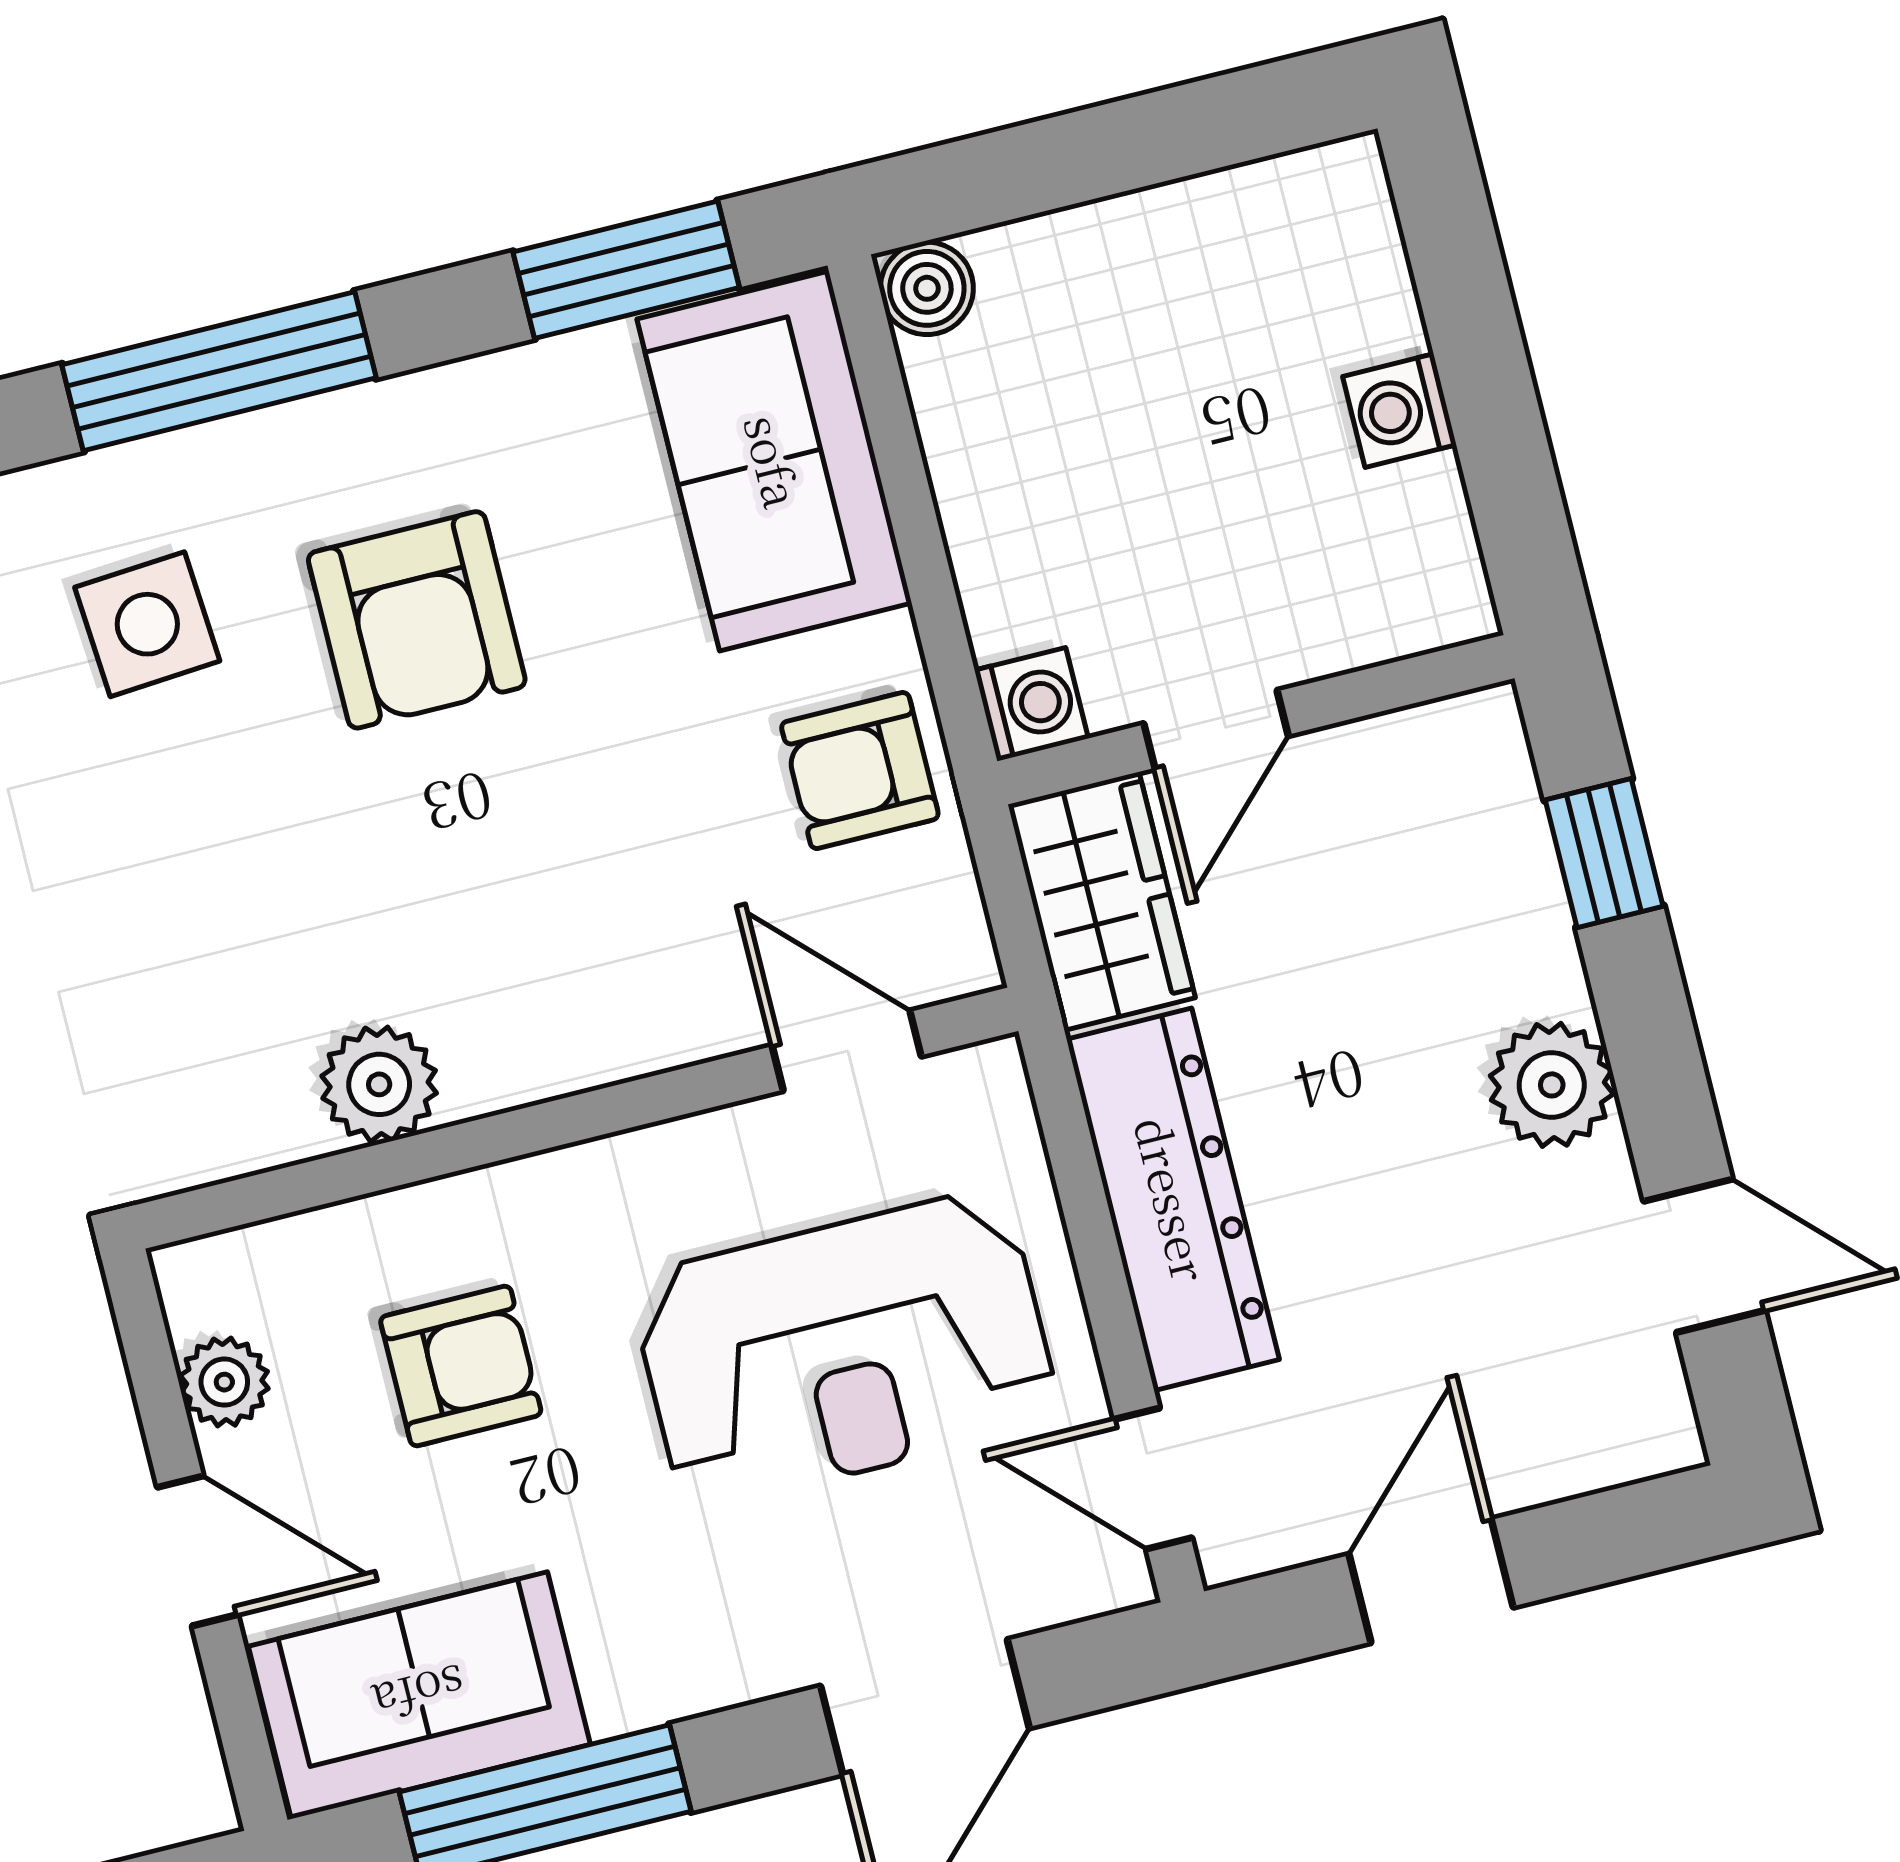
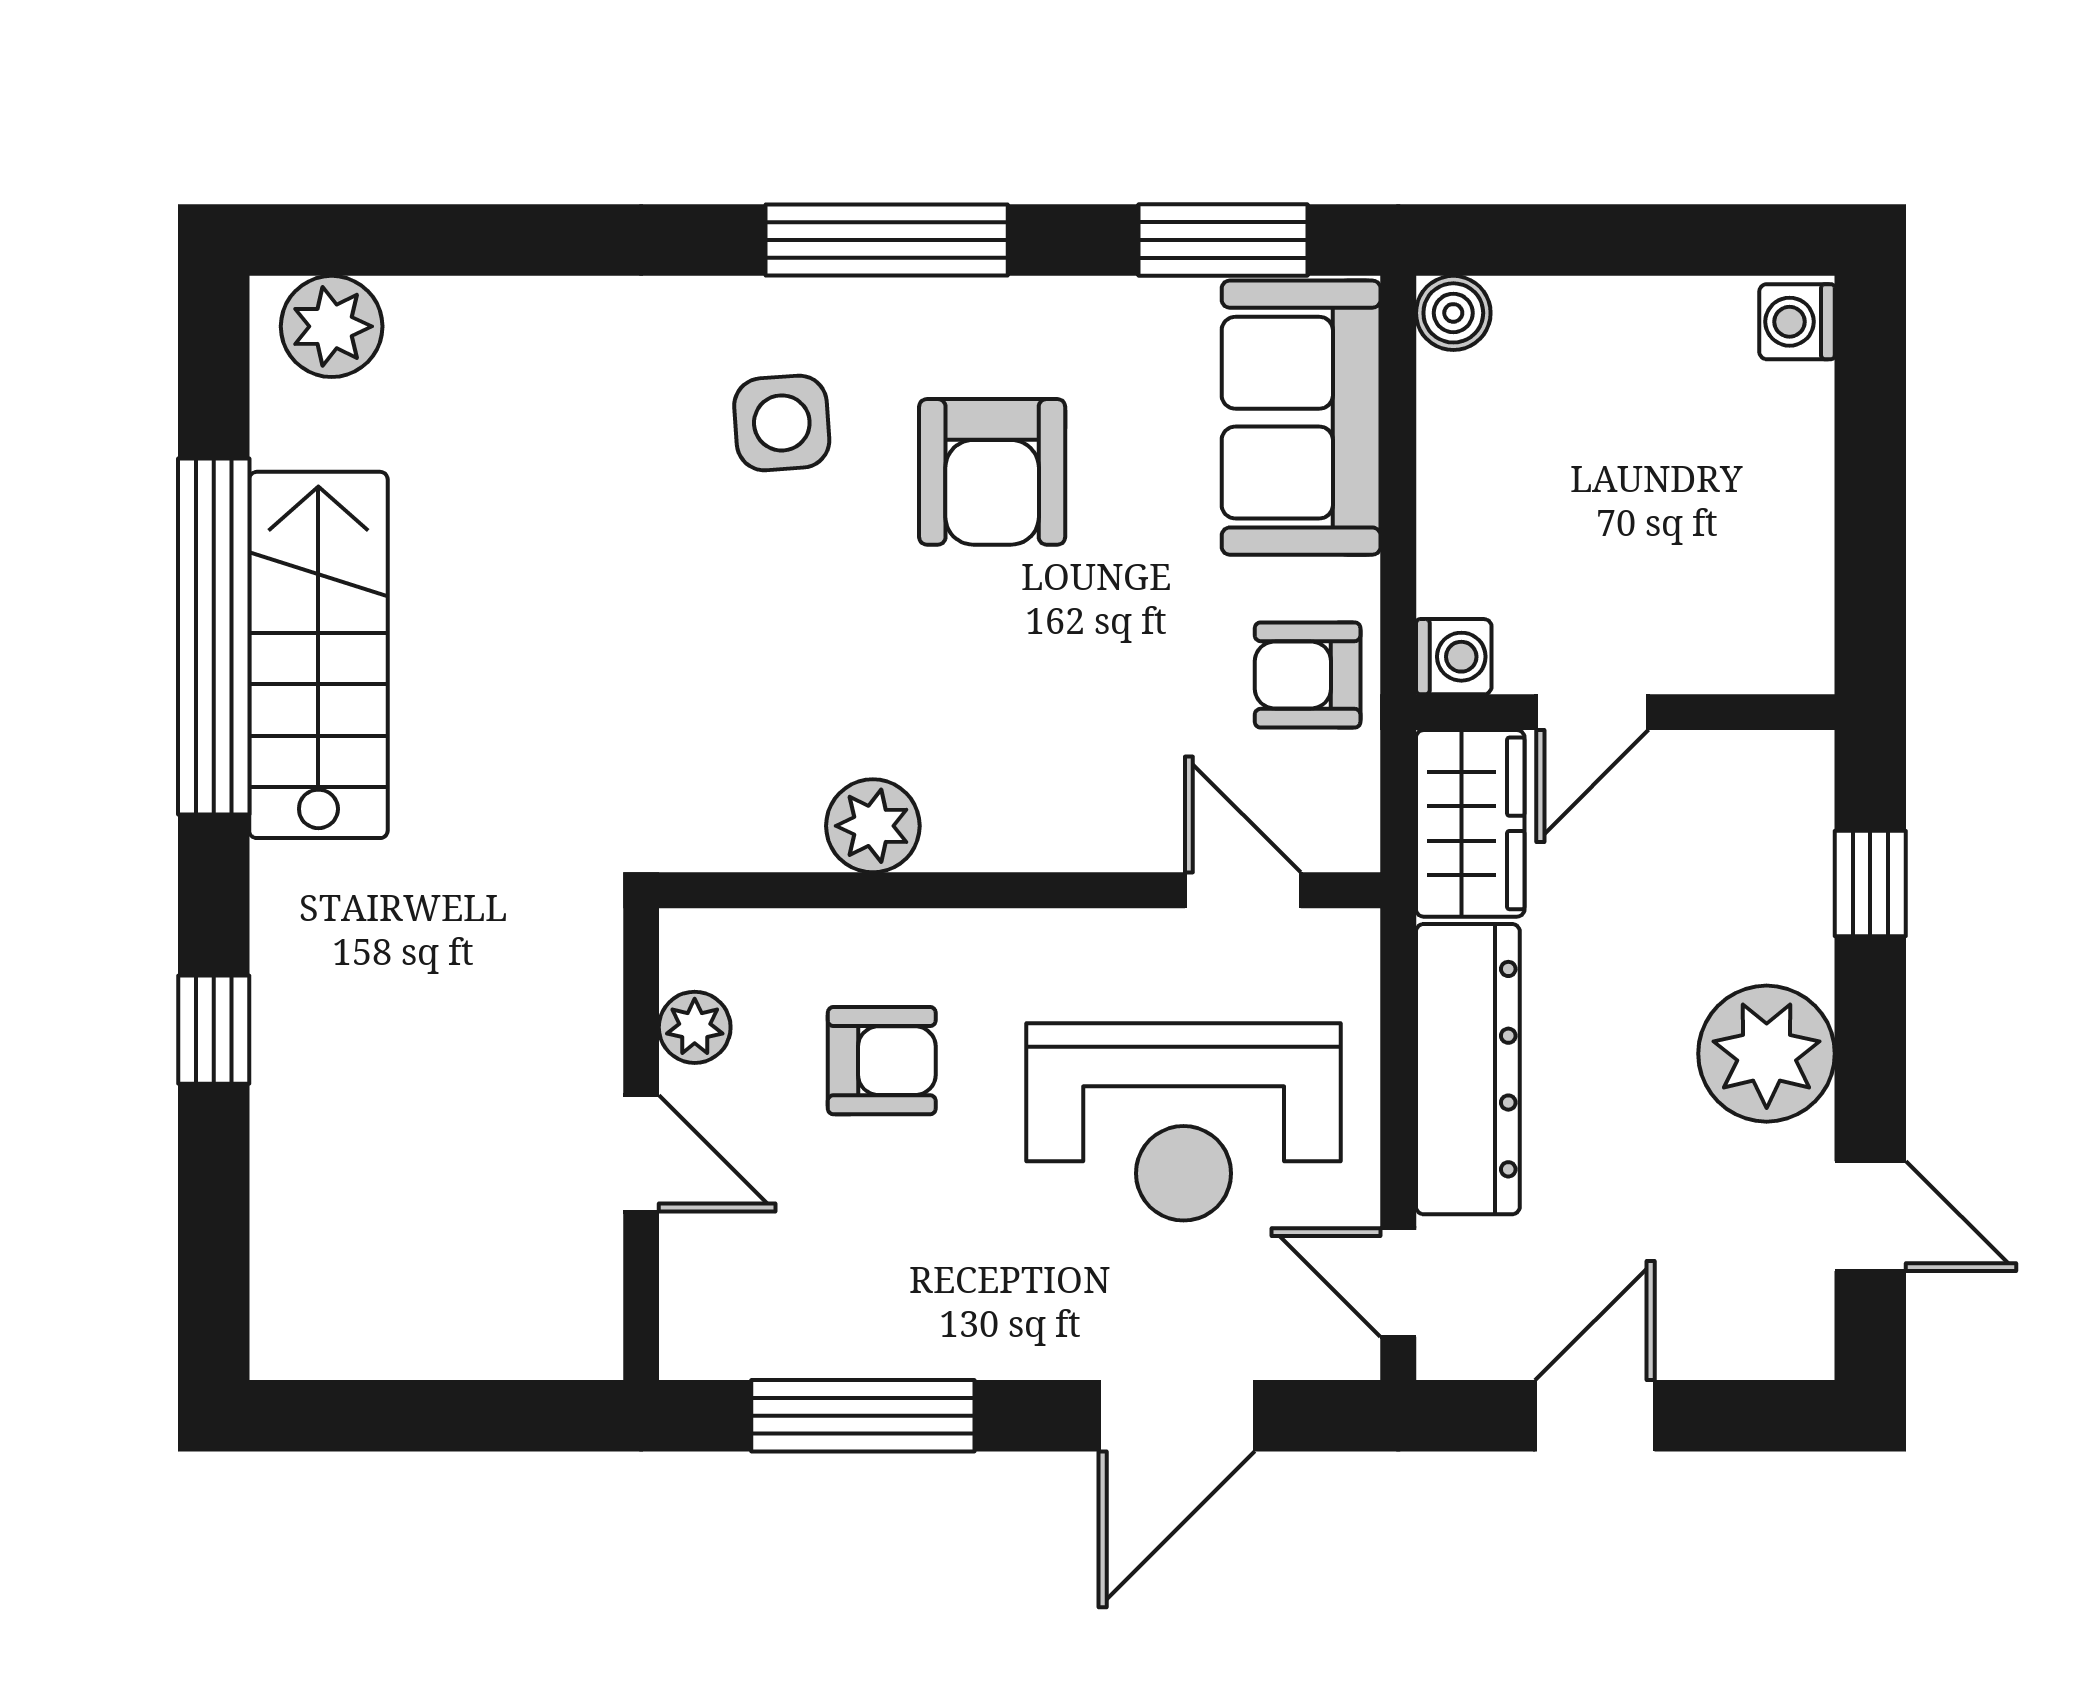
washing machine: (1399, 411) -> (1797, 322), moved
plant: (1552, 1085) -> (1767, 1054), width x1.36, depth x1.36
sofa: (419, 1695) -> (786, 1309), removed

